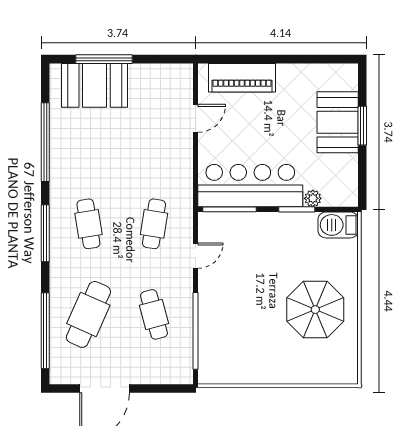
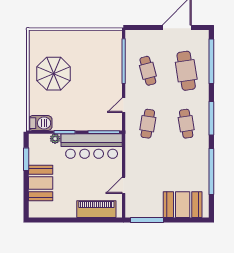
window: (104, 59) -> (147, 220), moved
window: (362, 126) -> (26, 159), moved
cafe table: (88, 314) -> (186, 71), turned -33

